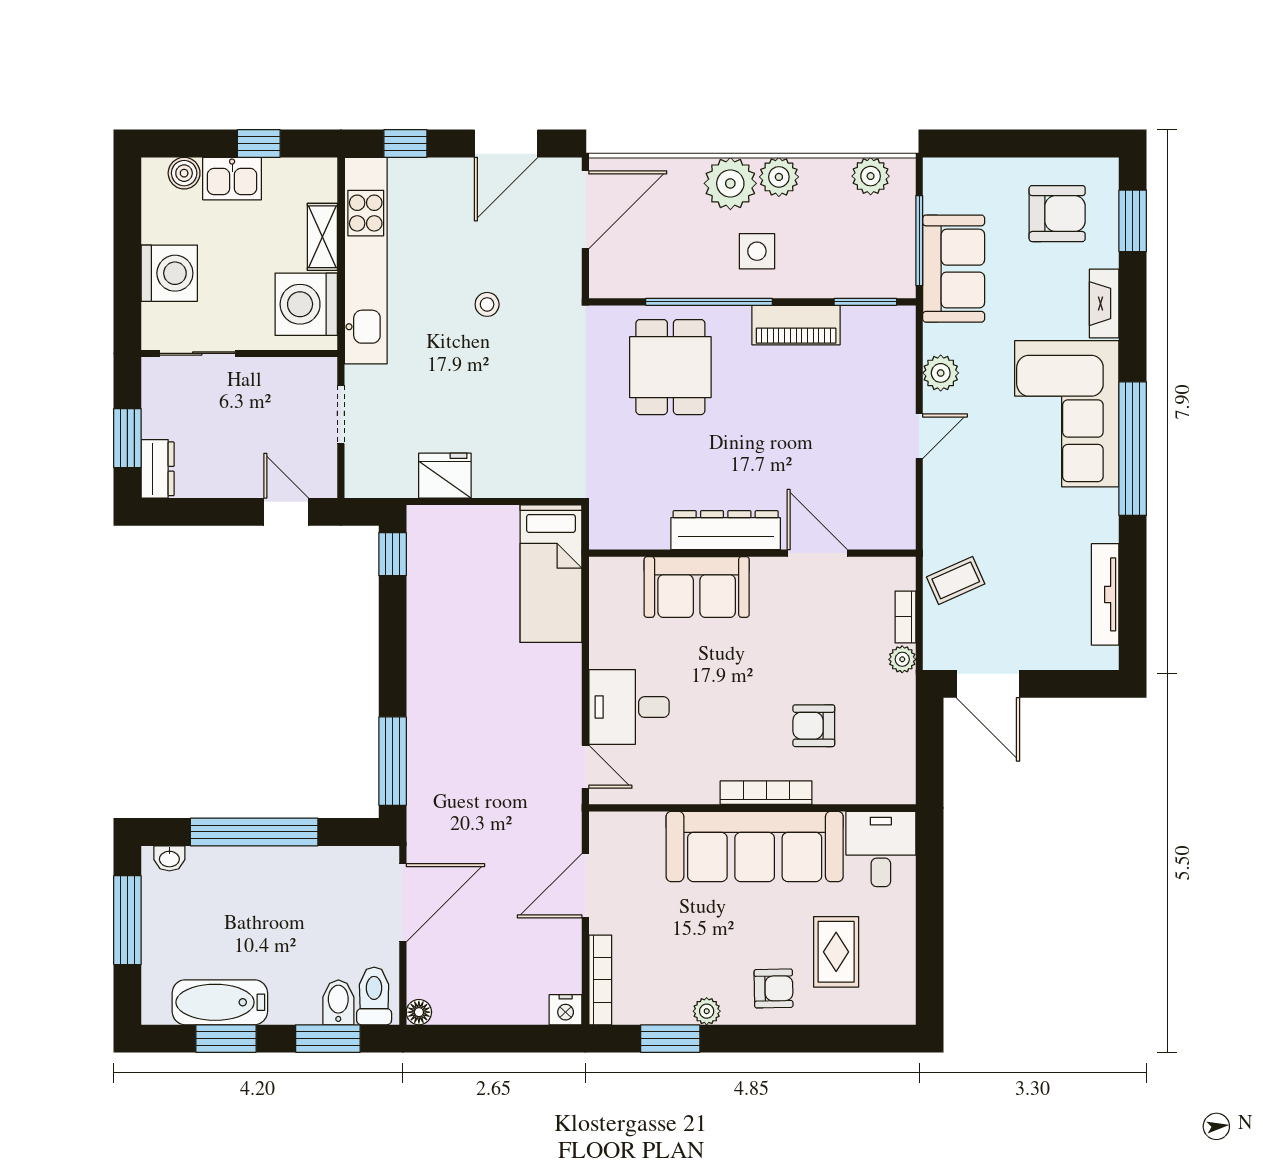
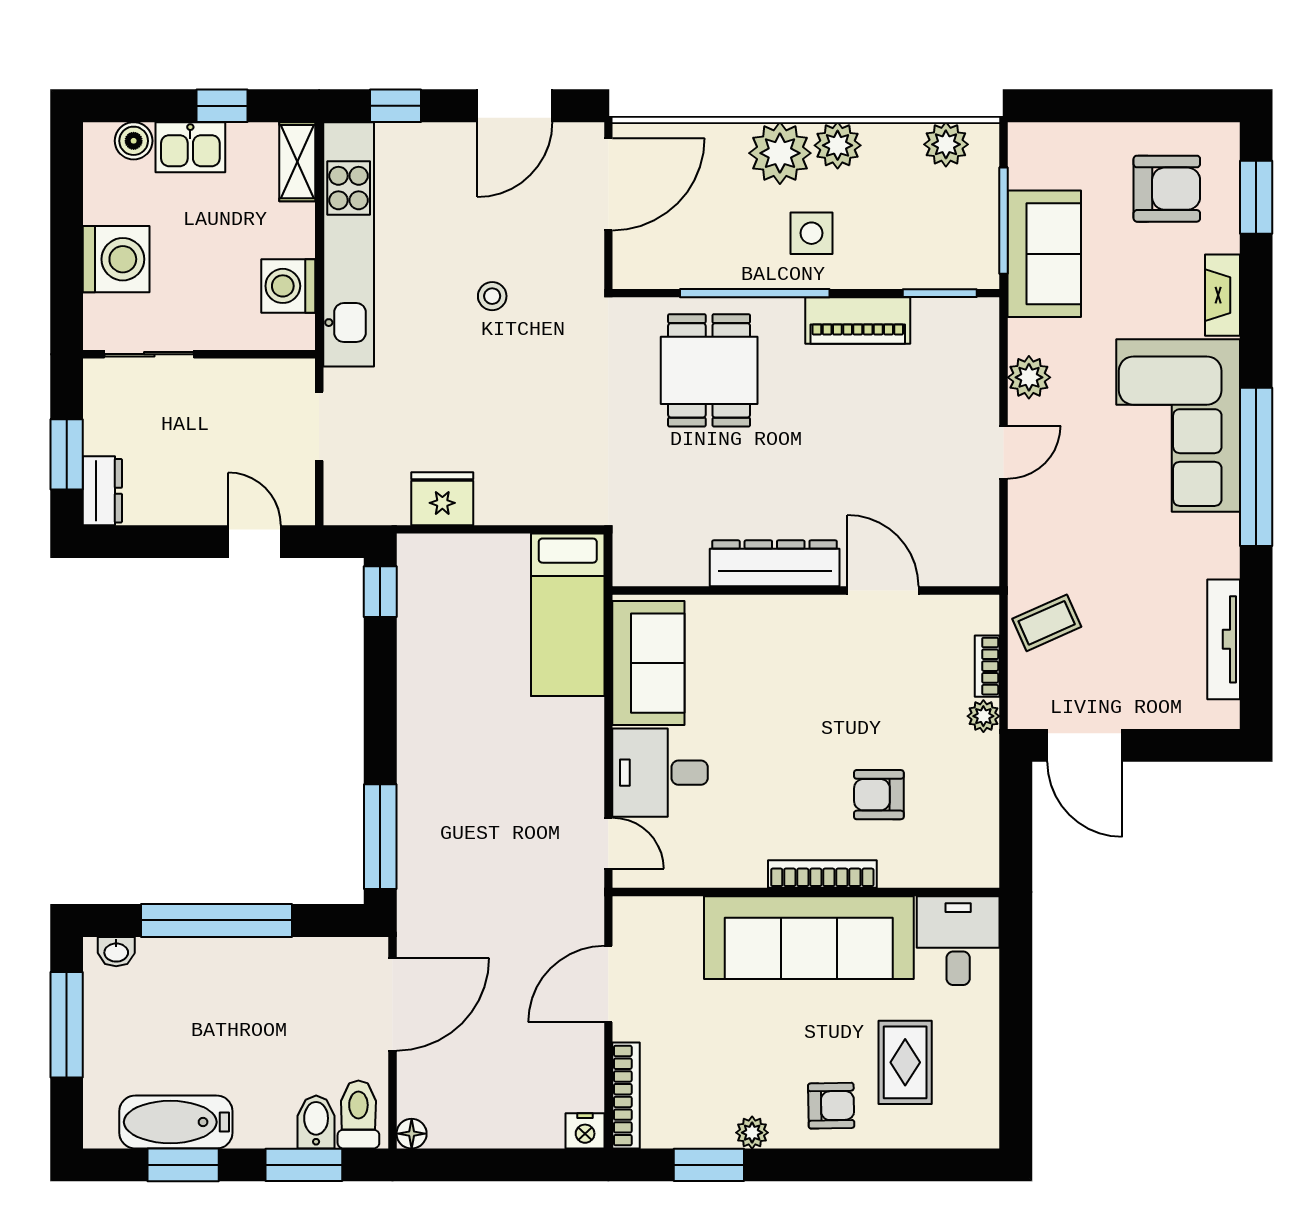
shelving: (322, 237) -> (297, 162), moved
washing machine: (306, 304) -> (288, 286), width x0.73, depth x0.73
sofa: (697, 587) -> (648, 663), moved, turned -90

